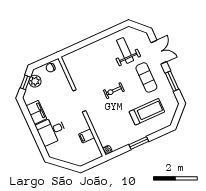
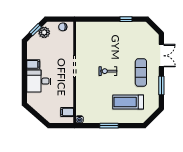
window: (108, 32) -> (126, 19), added
weight bench: (125, 50) -> (133, 41), removed
filing cabinet: (36, 112) -> (33, 64), width x0.50
treadmill: (147, 112) -> (128, 102), turned 180
filing cabinet: (87, 136) -> (67, 112), moved

